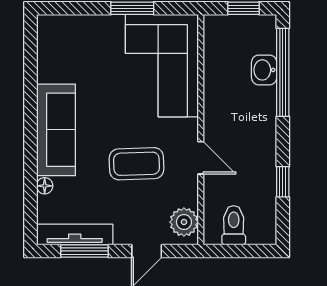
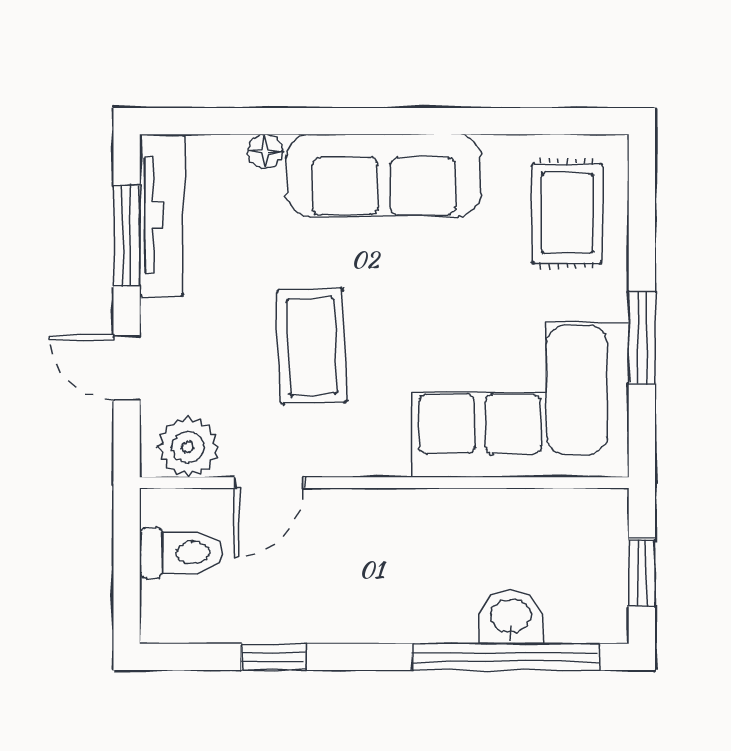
rug: (74, 44) -> (567, 213), added
door: (201, 158) -> (269, 483), moved

